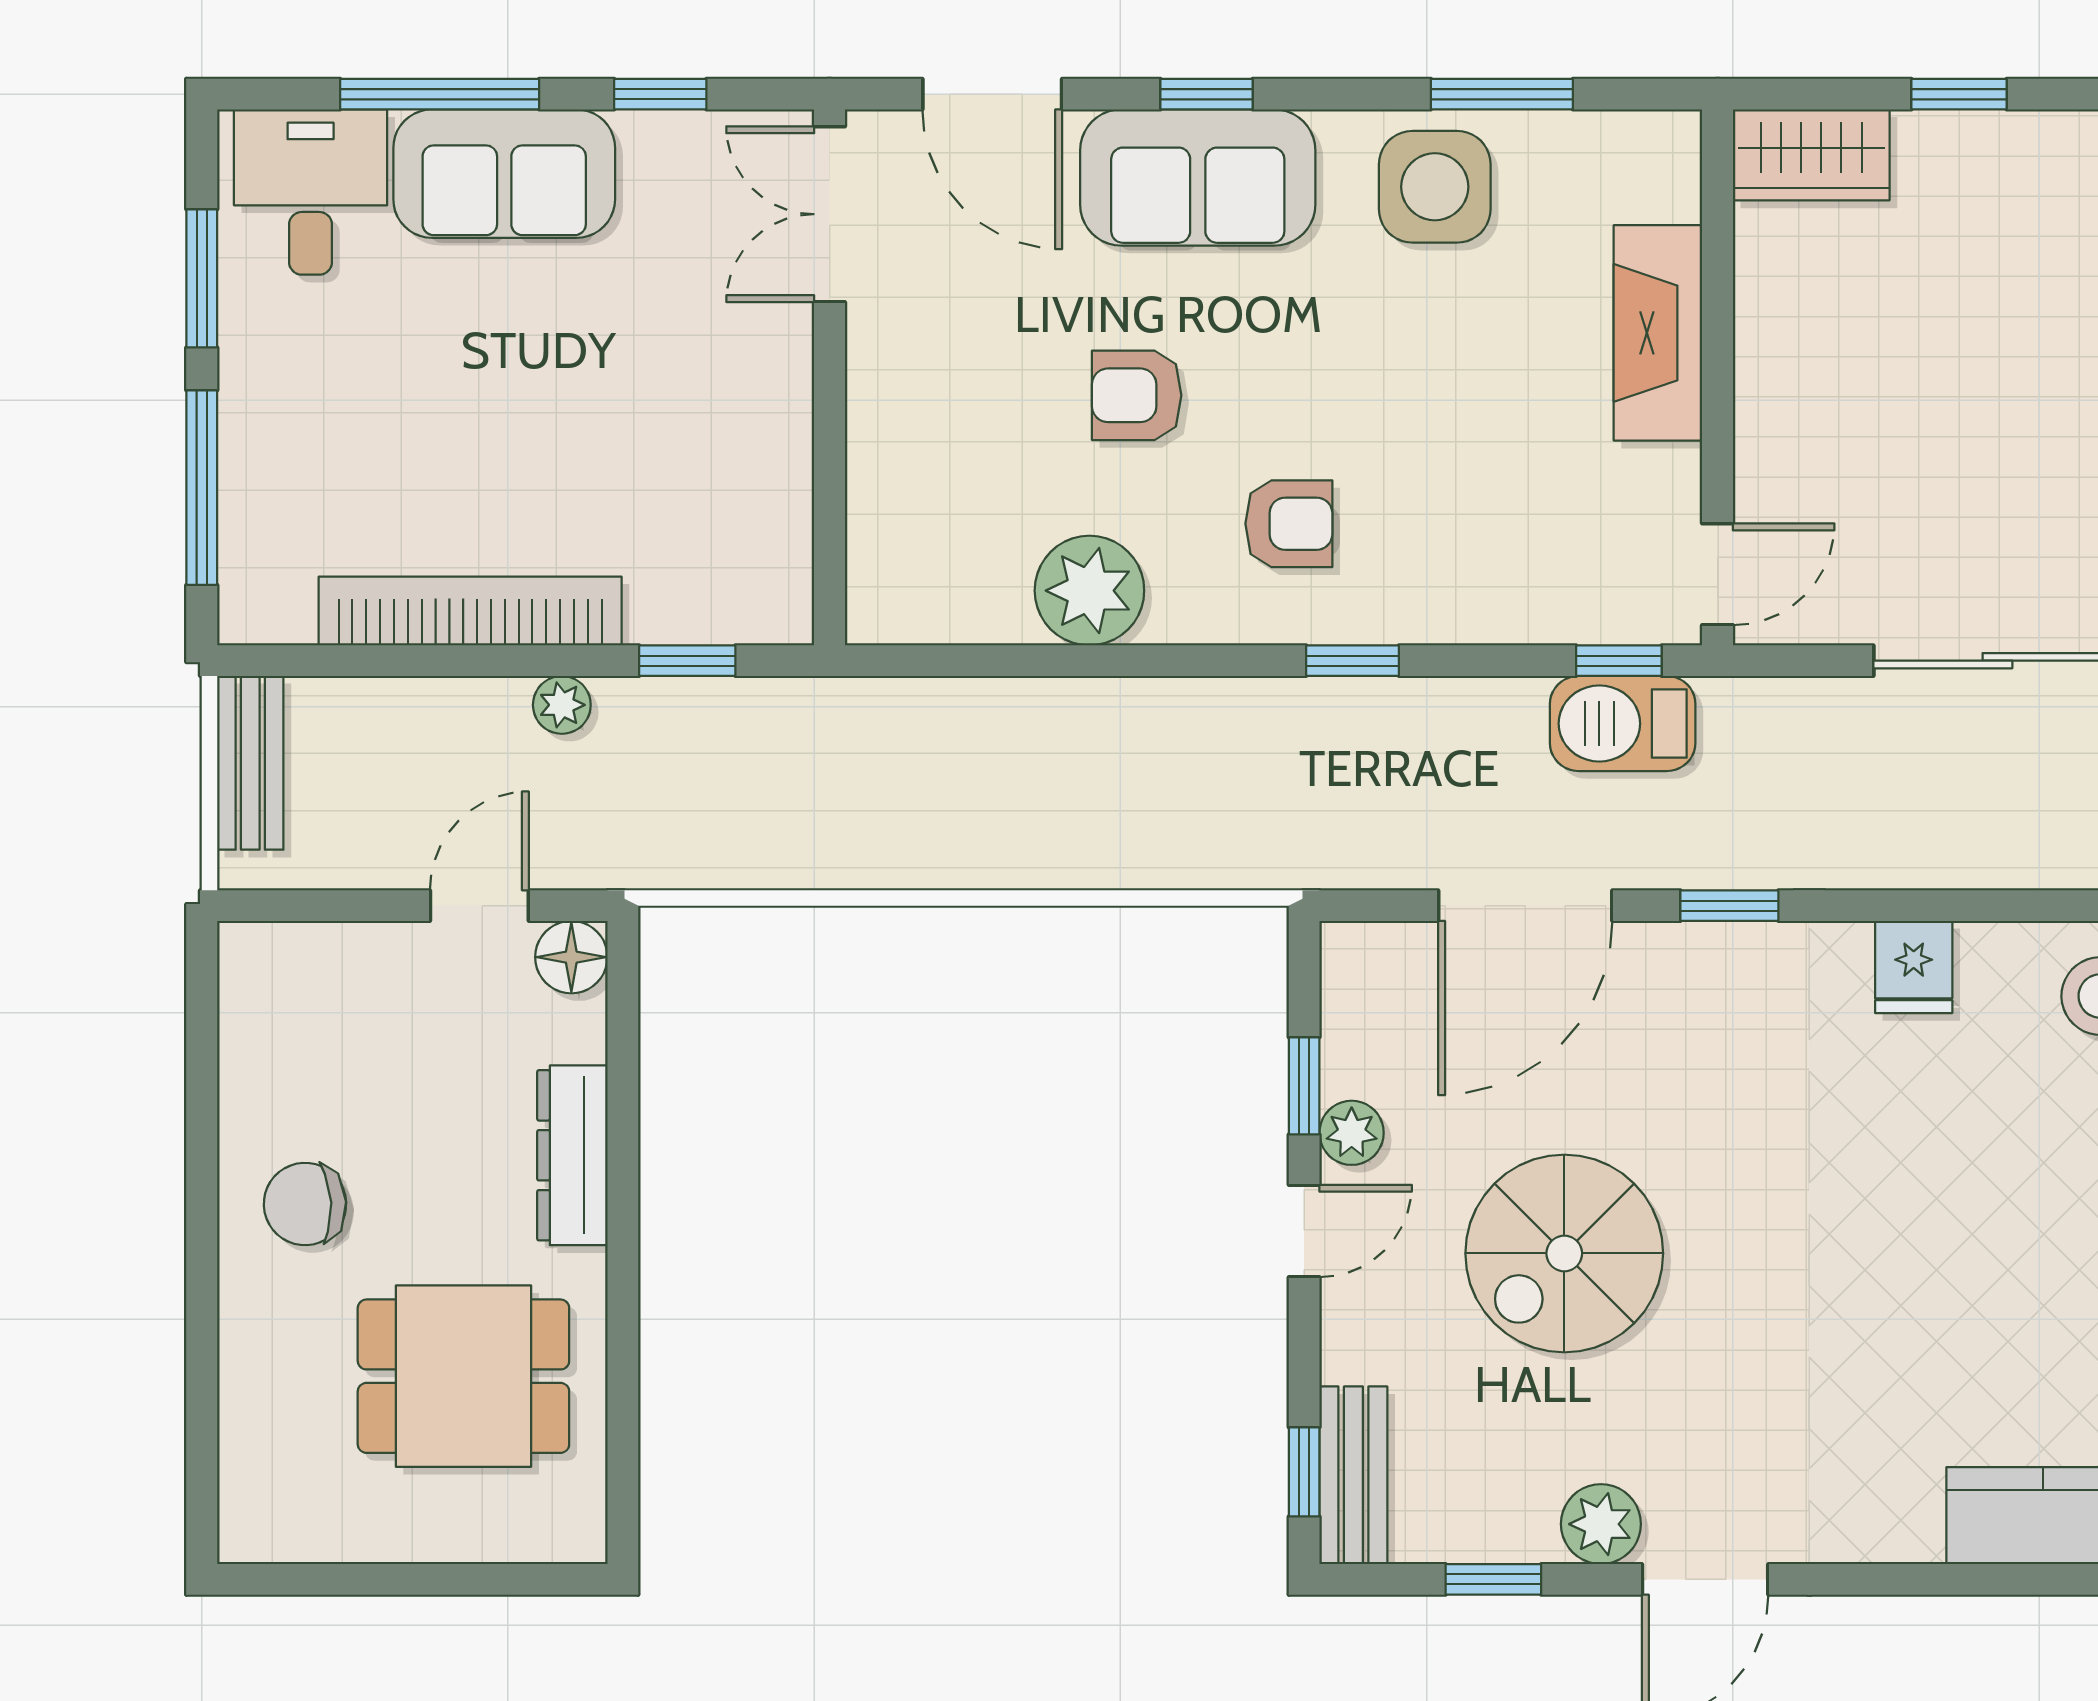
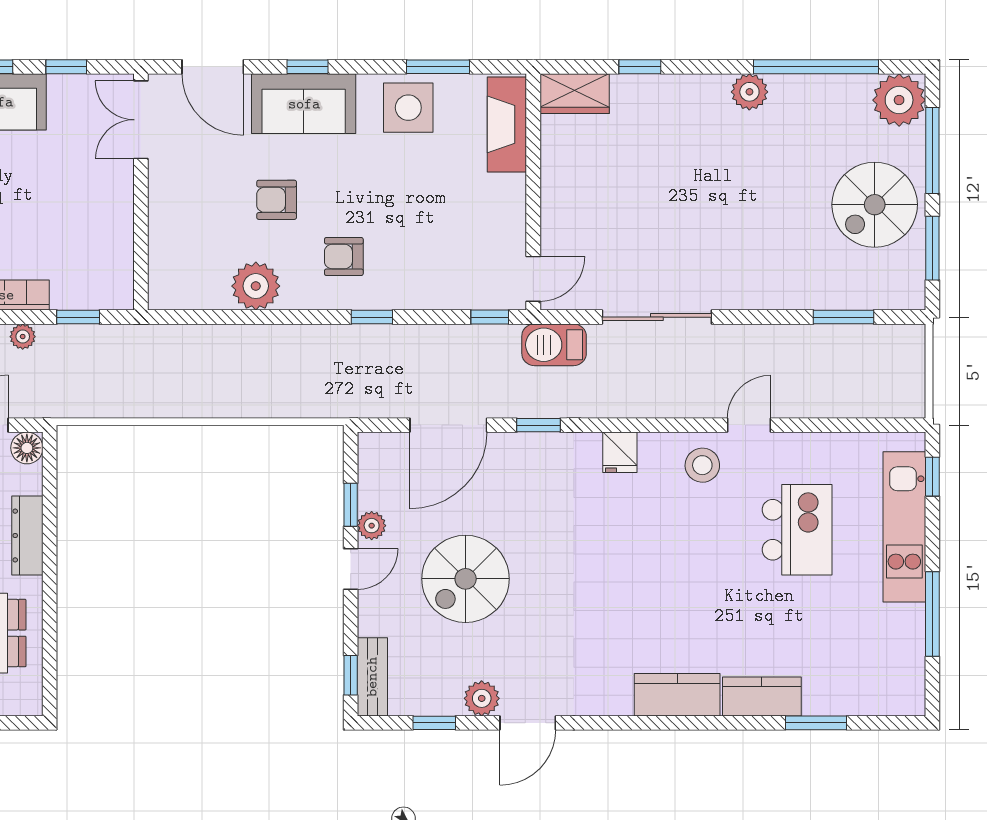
fireplace: (1658, 333) -> (507, 124), moved
armchair: (1289, 524) -> (344, 257), turned 180
barbecue: (1623, 724) -> (554, 345), moved

